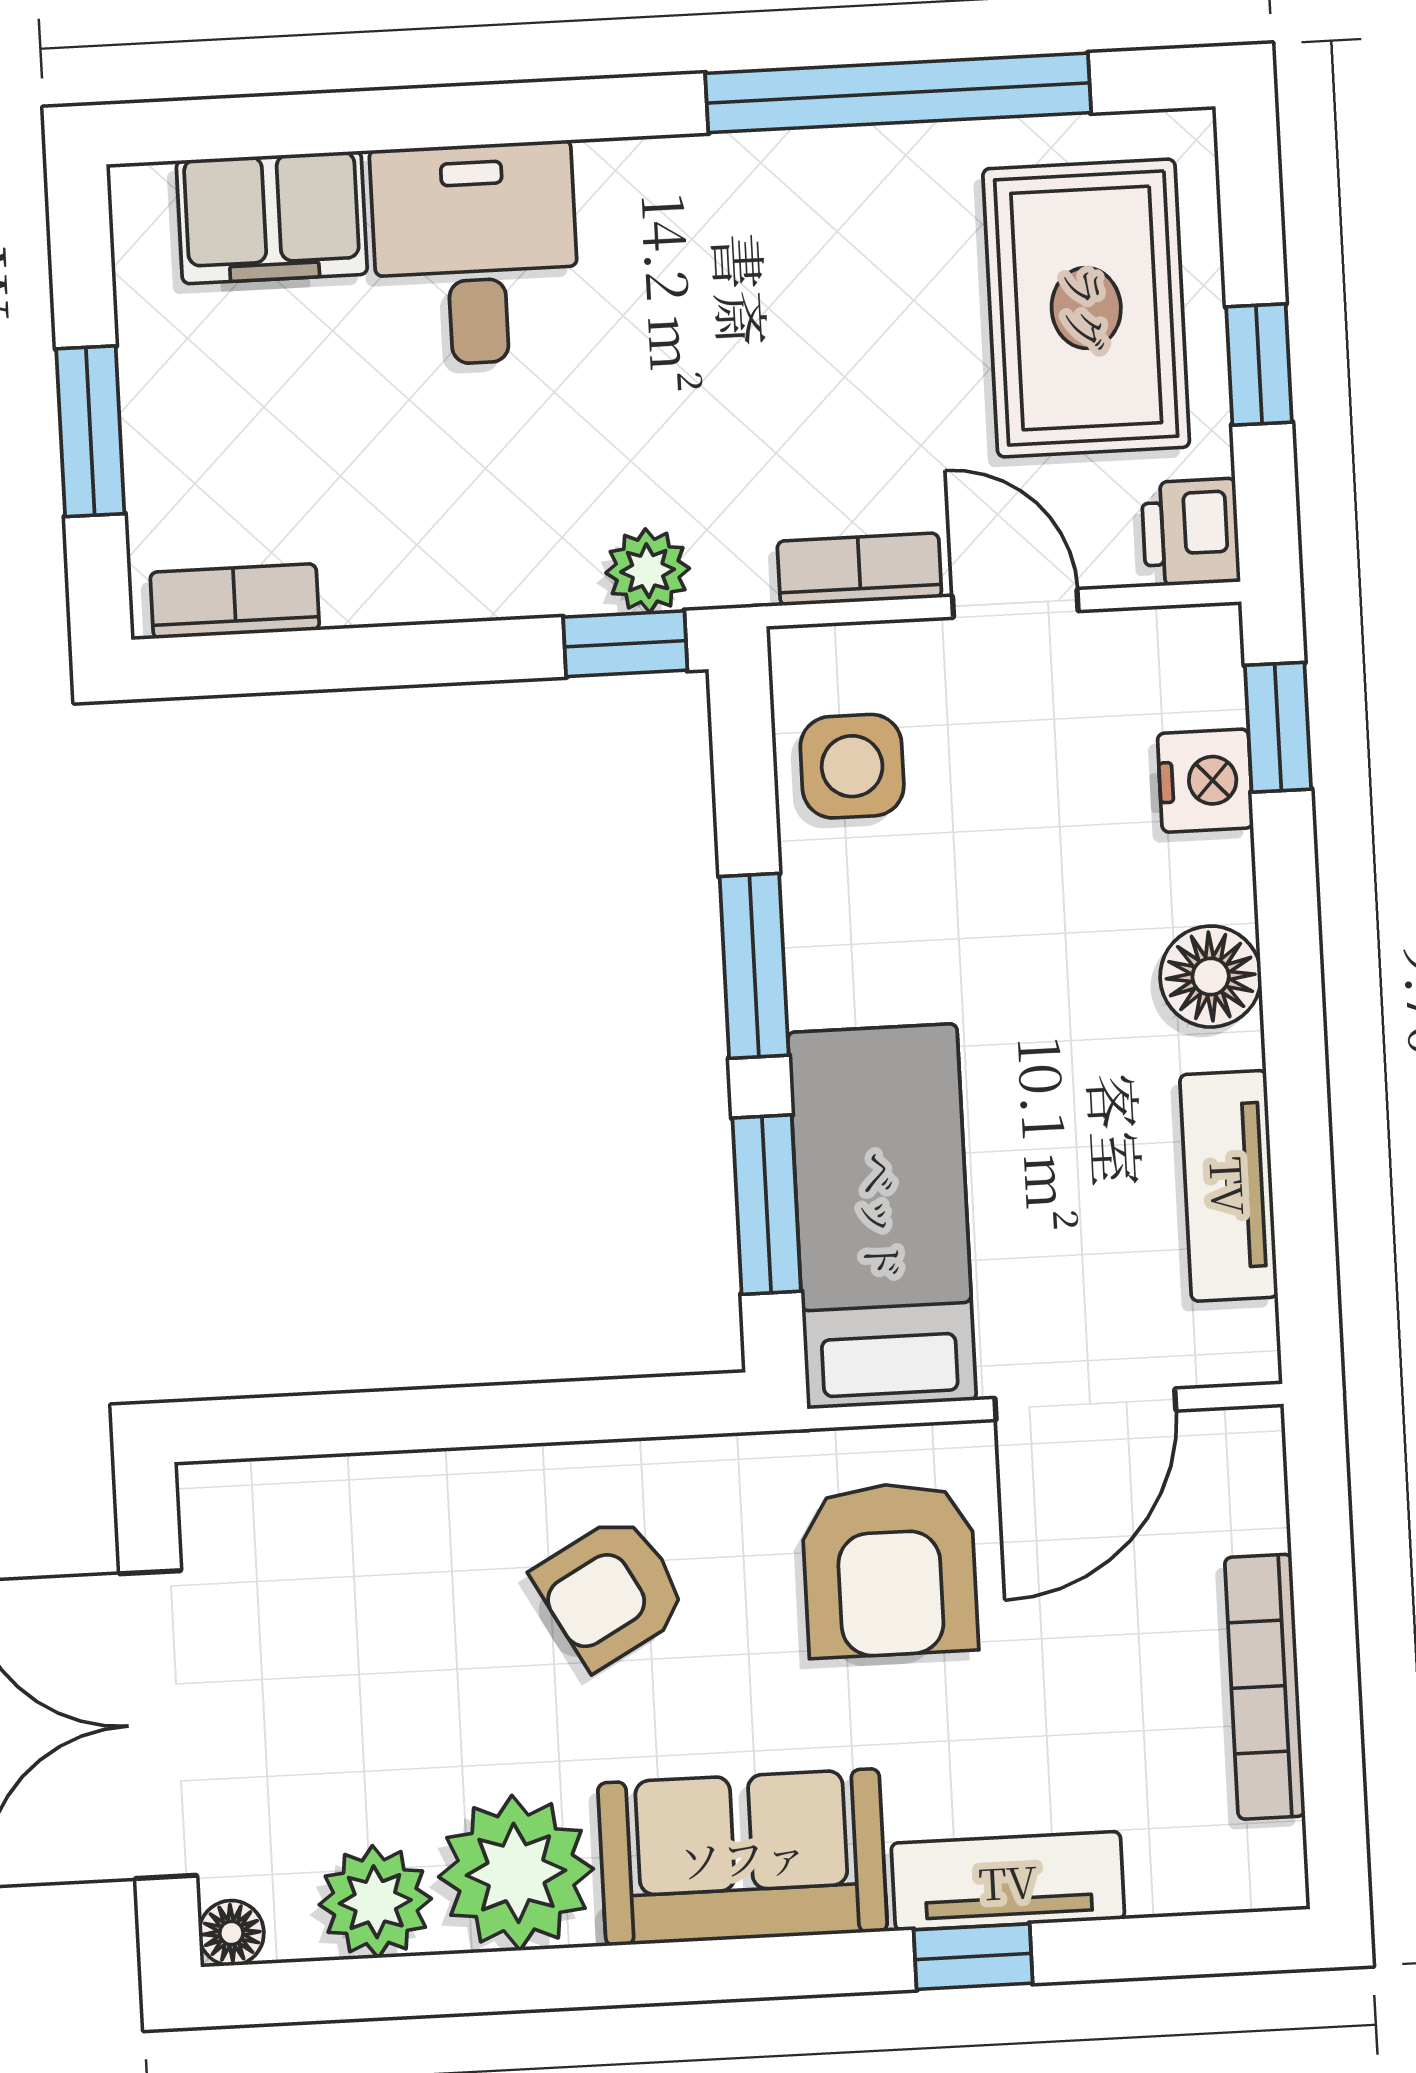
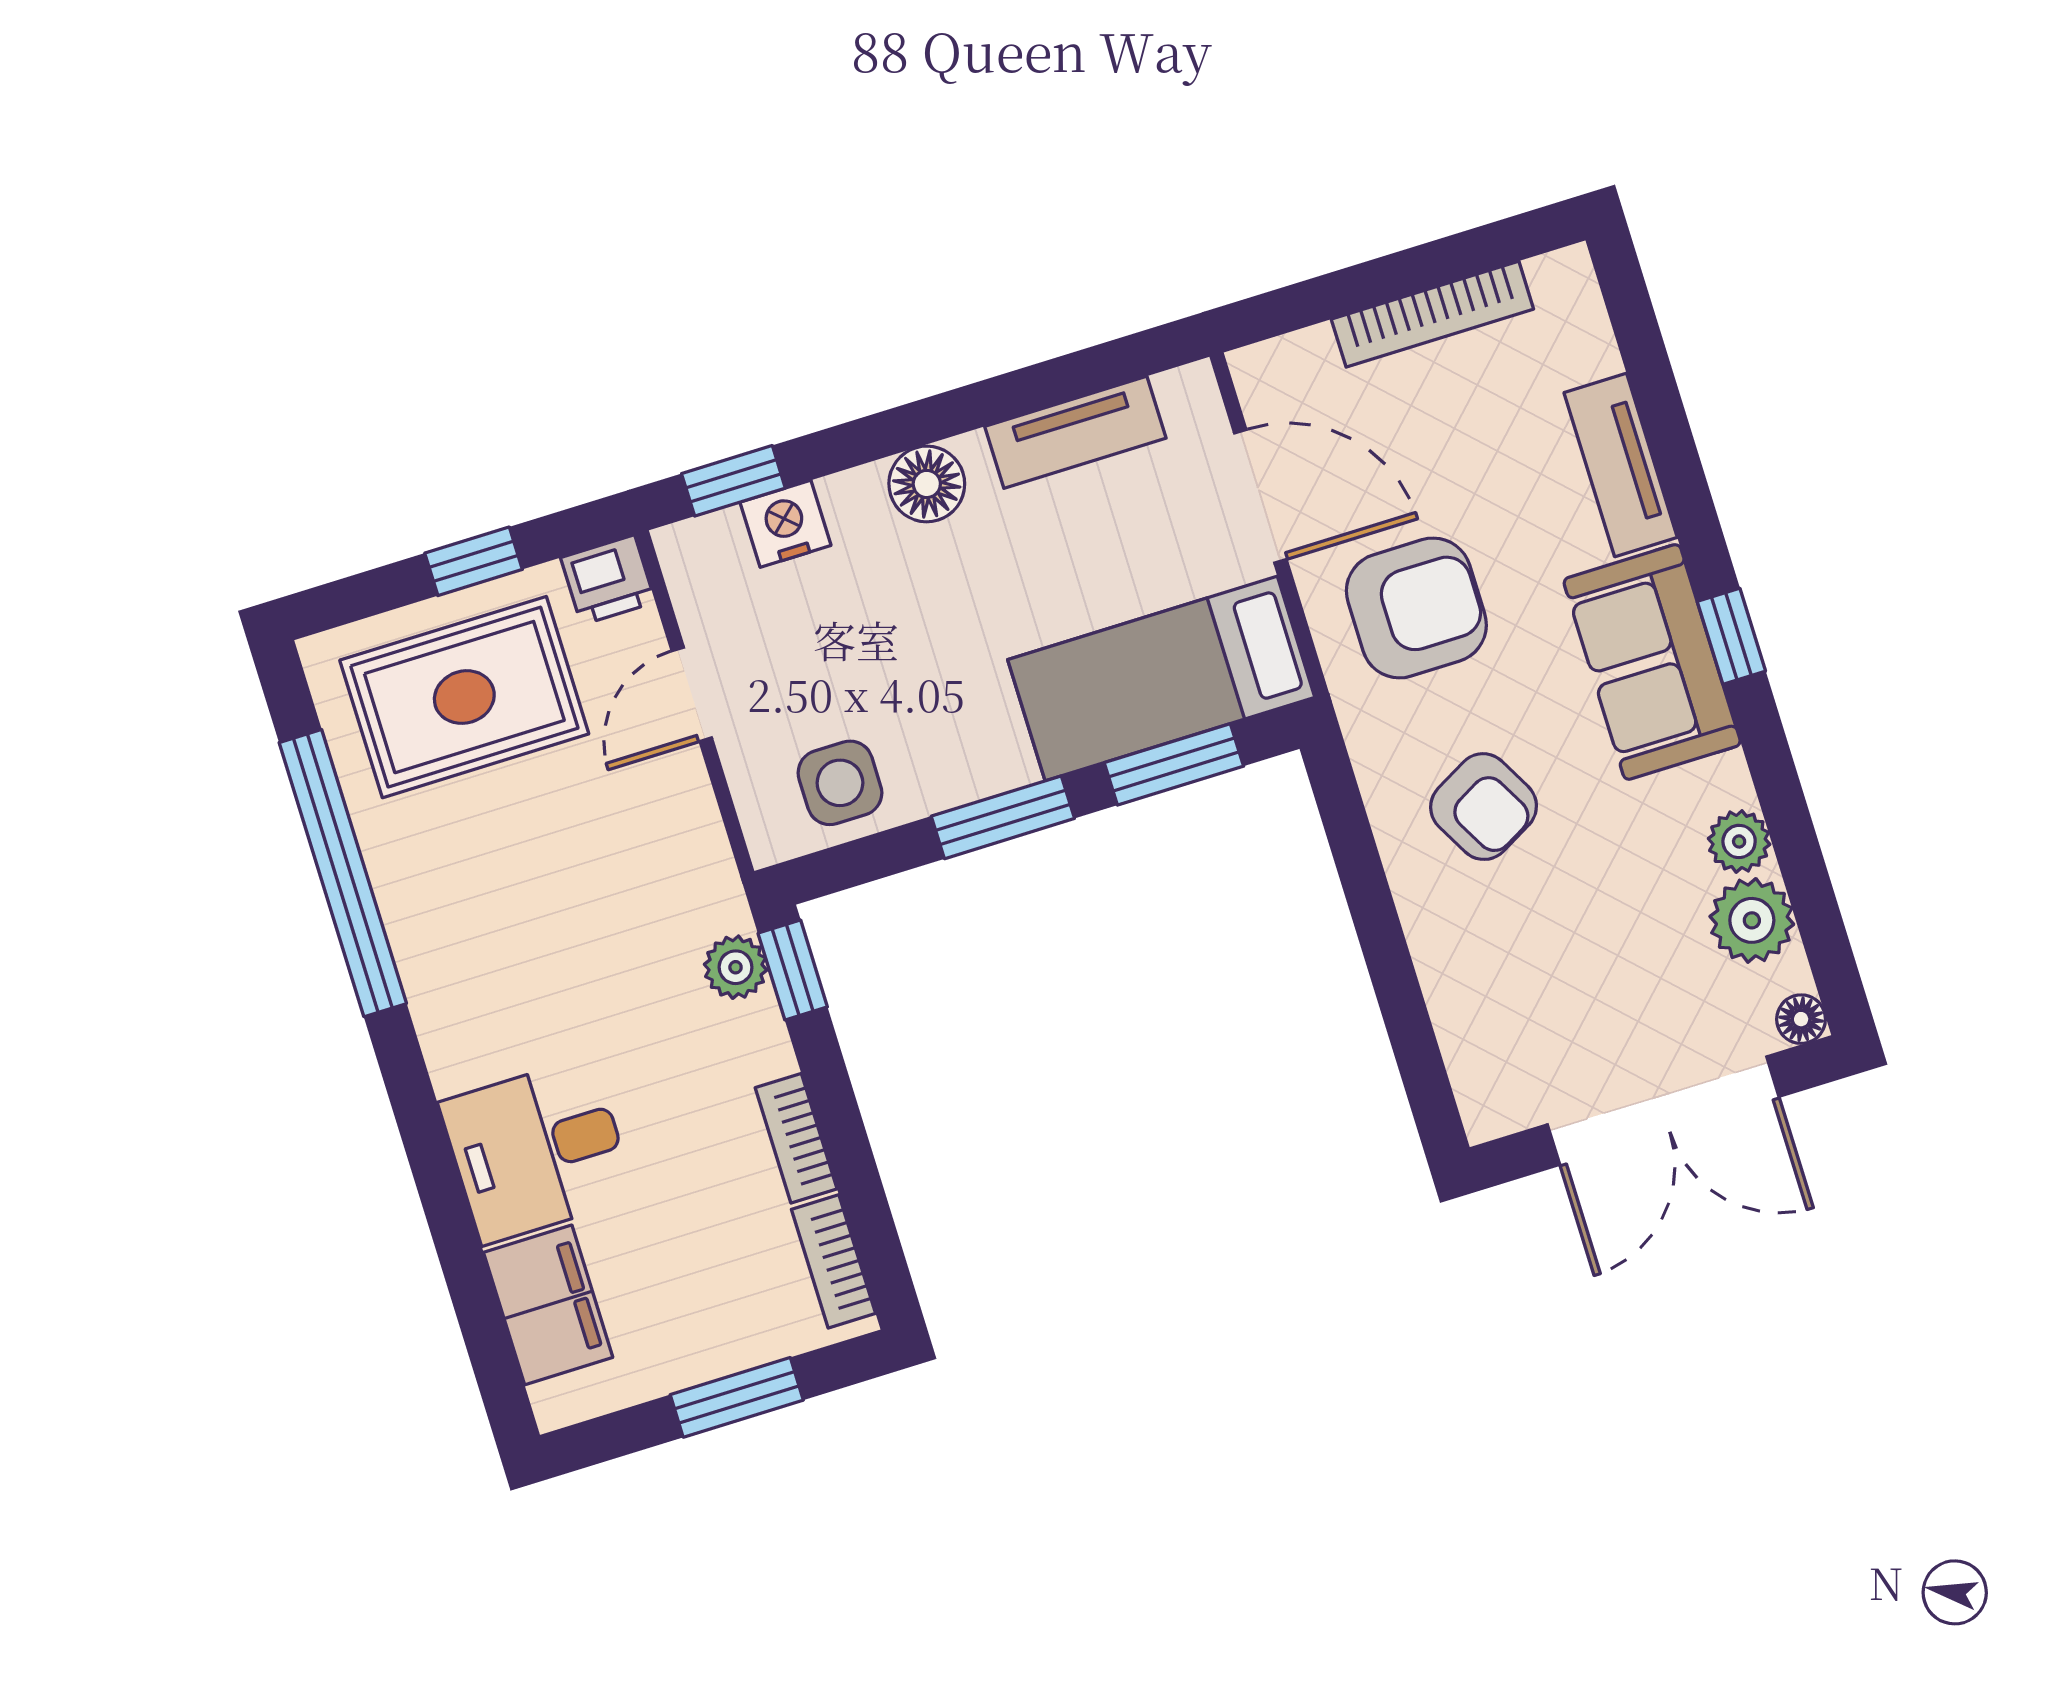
bookcase: (859, 569) -> (796, 1138), moved
plant: (516, 1873) -> (1739, 841), width x0.53, depth x0.53
window: (973, 1957) -> (1731, 636), moved

